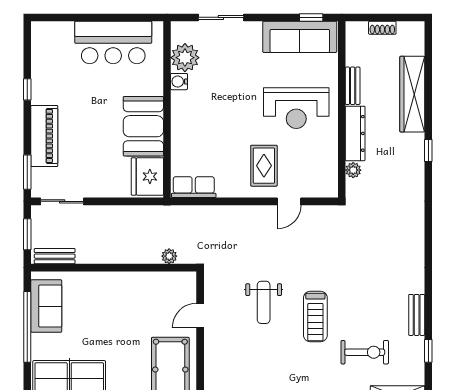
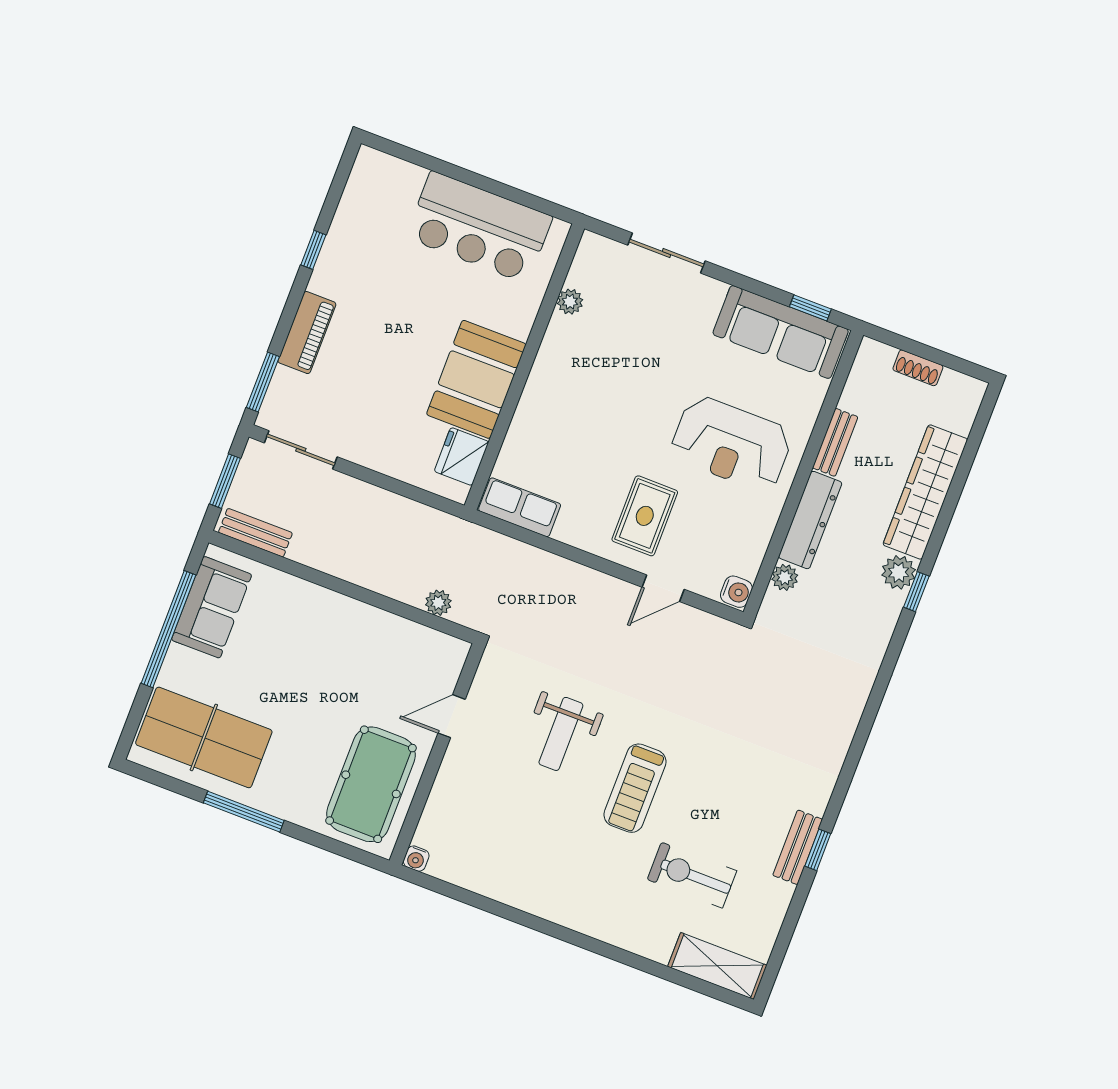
plant: (185, 58) -> (570, 302), width x0.53, depth x0.53
water cooler: (179, 82) -> (736, 592), moved, turned 180
piano: (44, 136) -> (307, 333), width x0.73, depth x0.75
plant: (414, 144) -> (899, 572), added
fridge: (147, 176) -> (462, 457), width x0.73, depth x0.75
window: (428, 351) -> (818, 850), moved
exercise bike: (365, 352) -> (692, 875), turned 180

